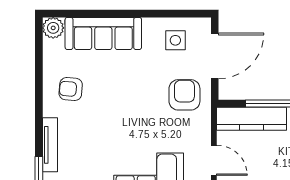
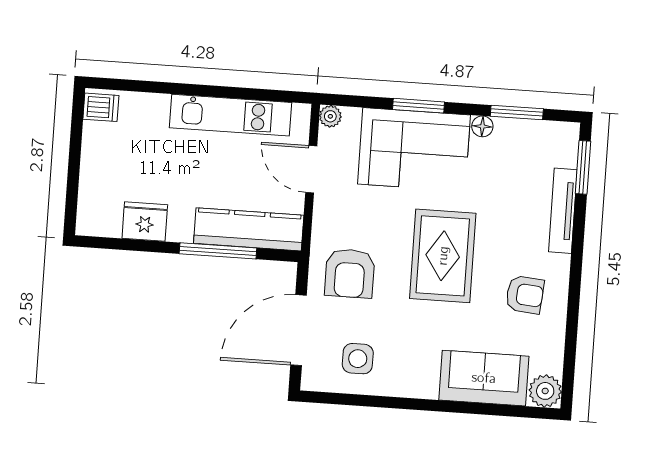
sofa: (103, 33) -> (484, 378), width x0.73
rug: (125, 110) -> (443, 256), added

